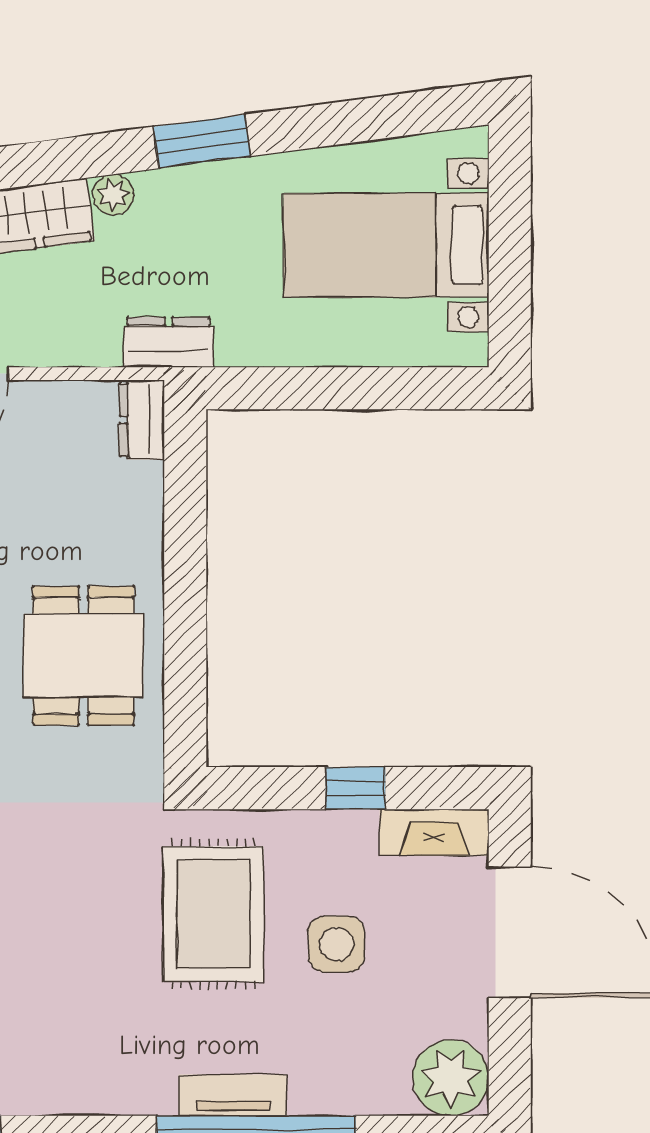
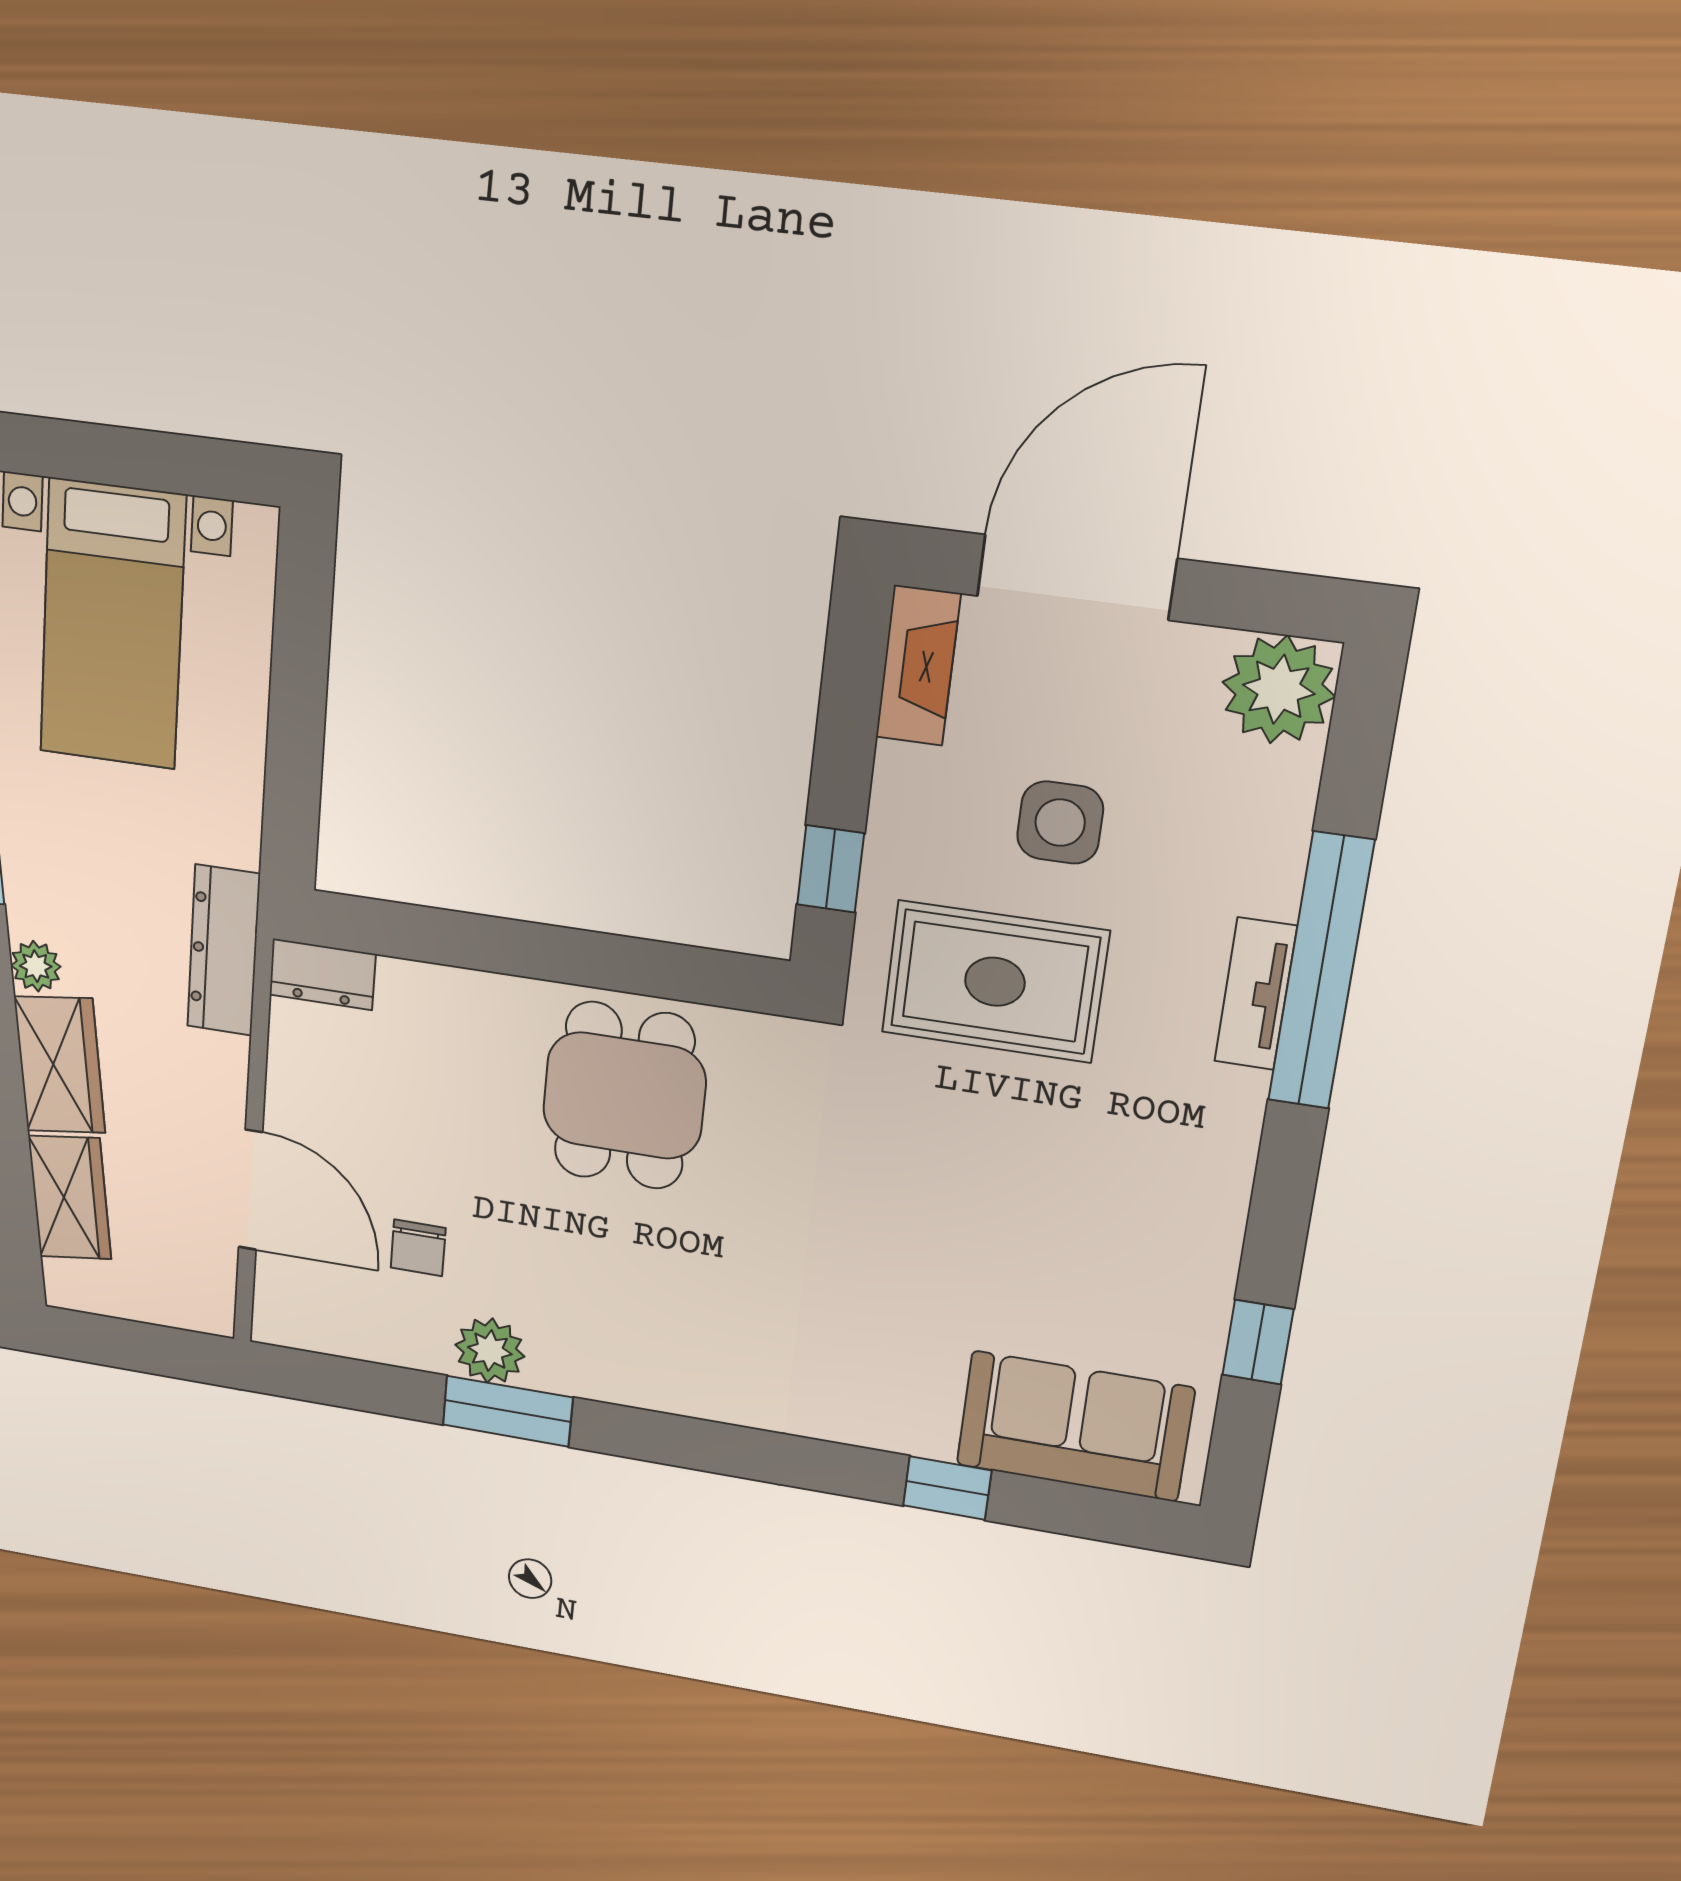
dresser: (169, 342) -> (223, 950), width x1.44
dining table: (83, 656) -> (624, 1096), turned 90
window: (356, 788) -> (831, 869), moved

